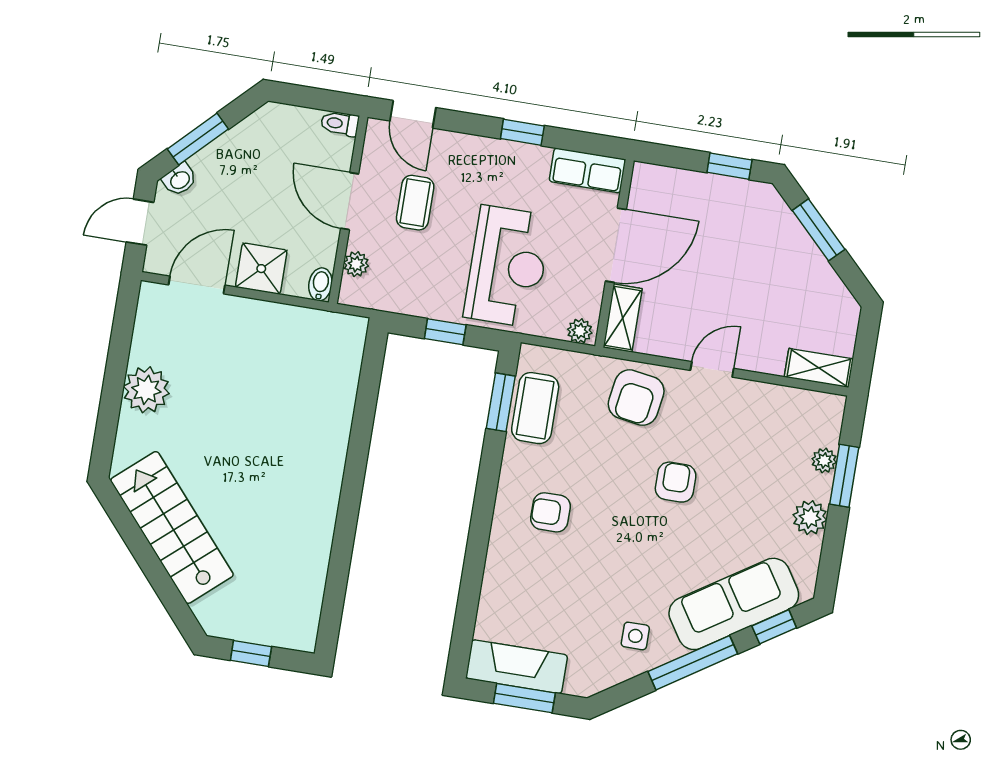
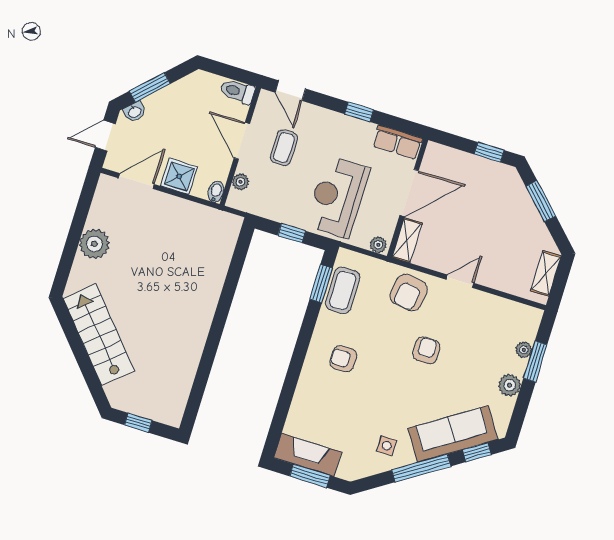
toilet: (340, 124) -> (237, 91), width x1.37, depth x1.39
reception desk: (507, 266) -> (338, 197), turned 180
shelving: (819, 368) -> (546, 273), moved, turned 90

